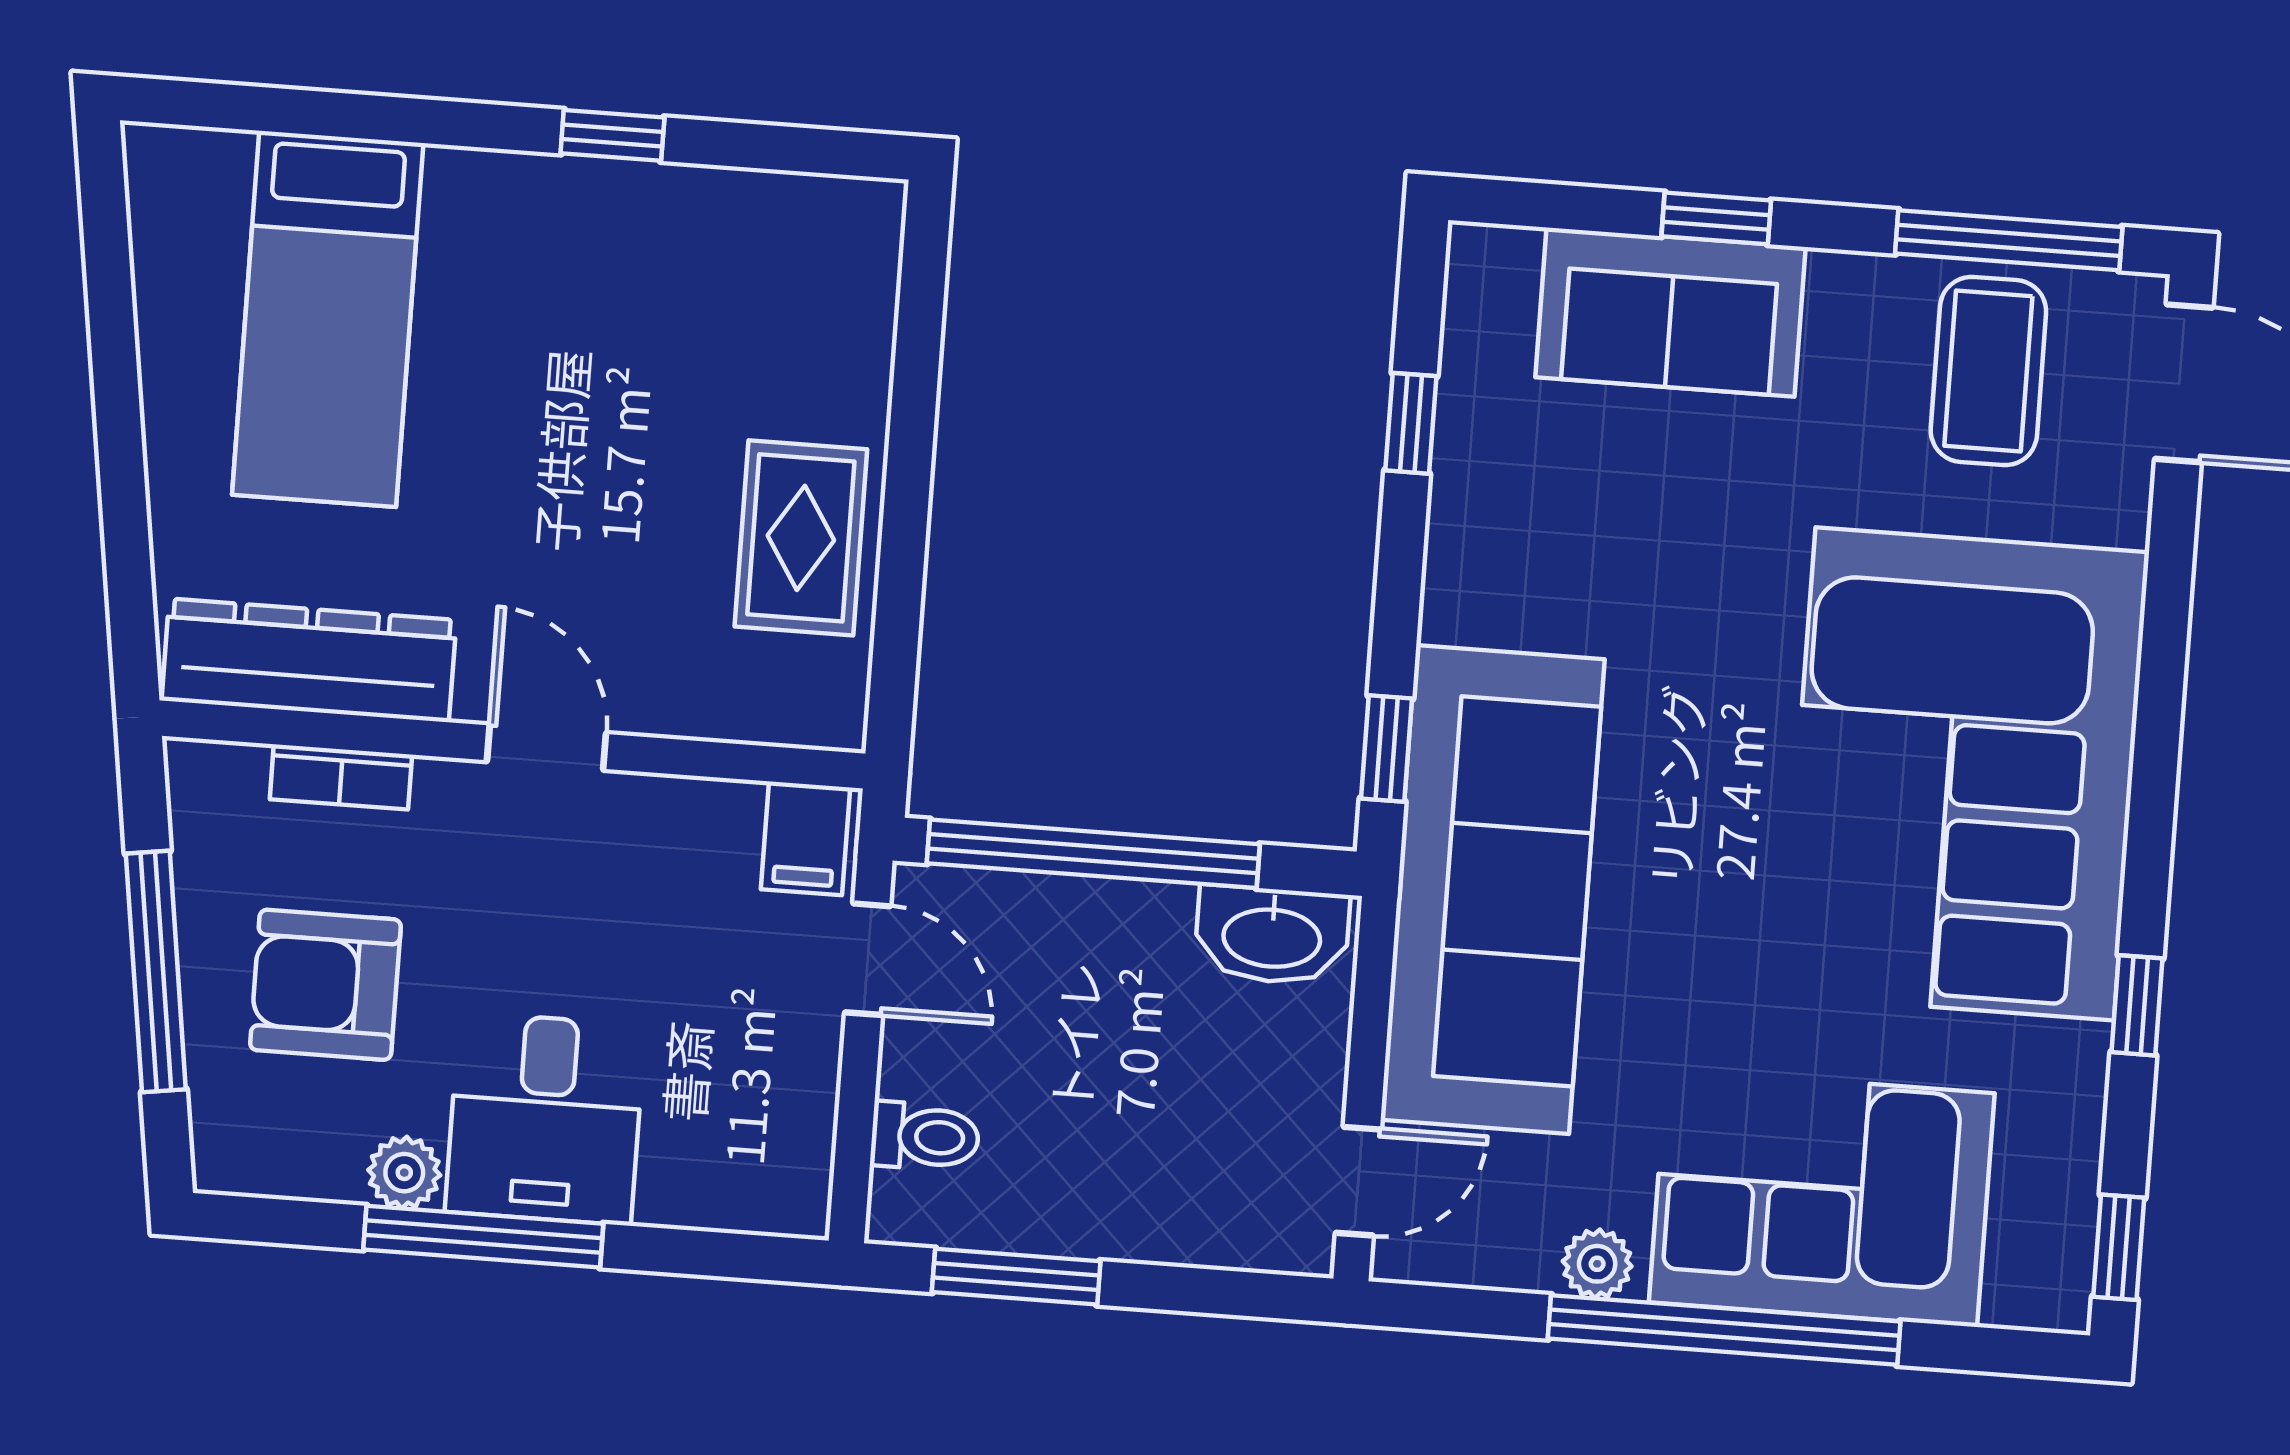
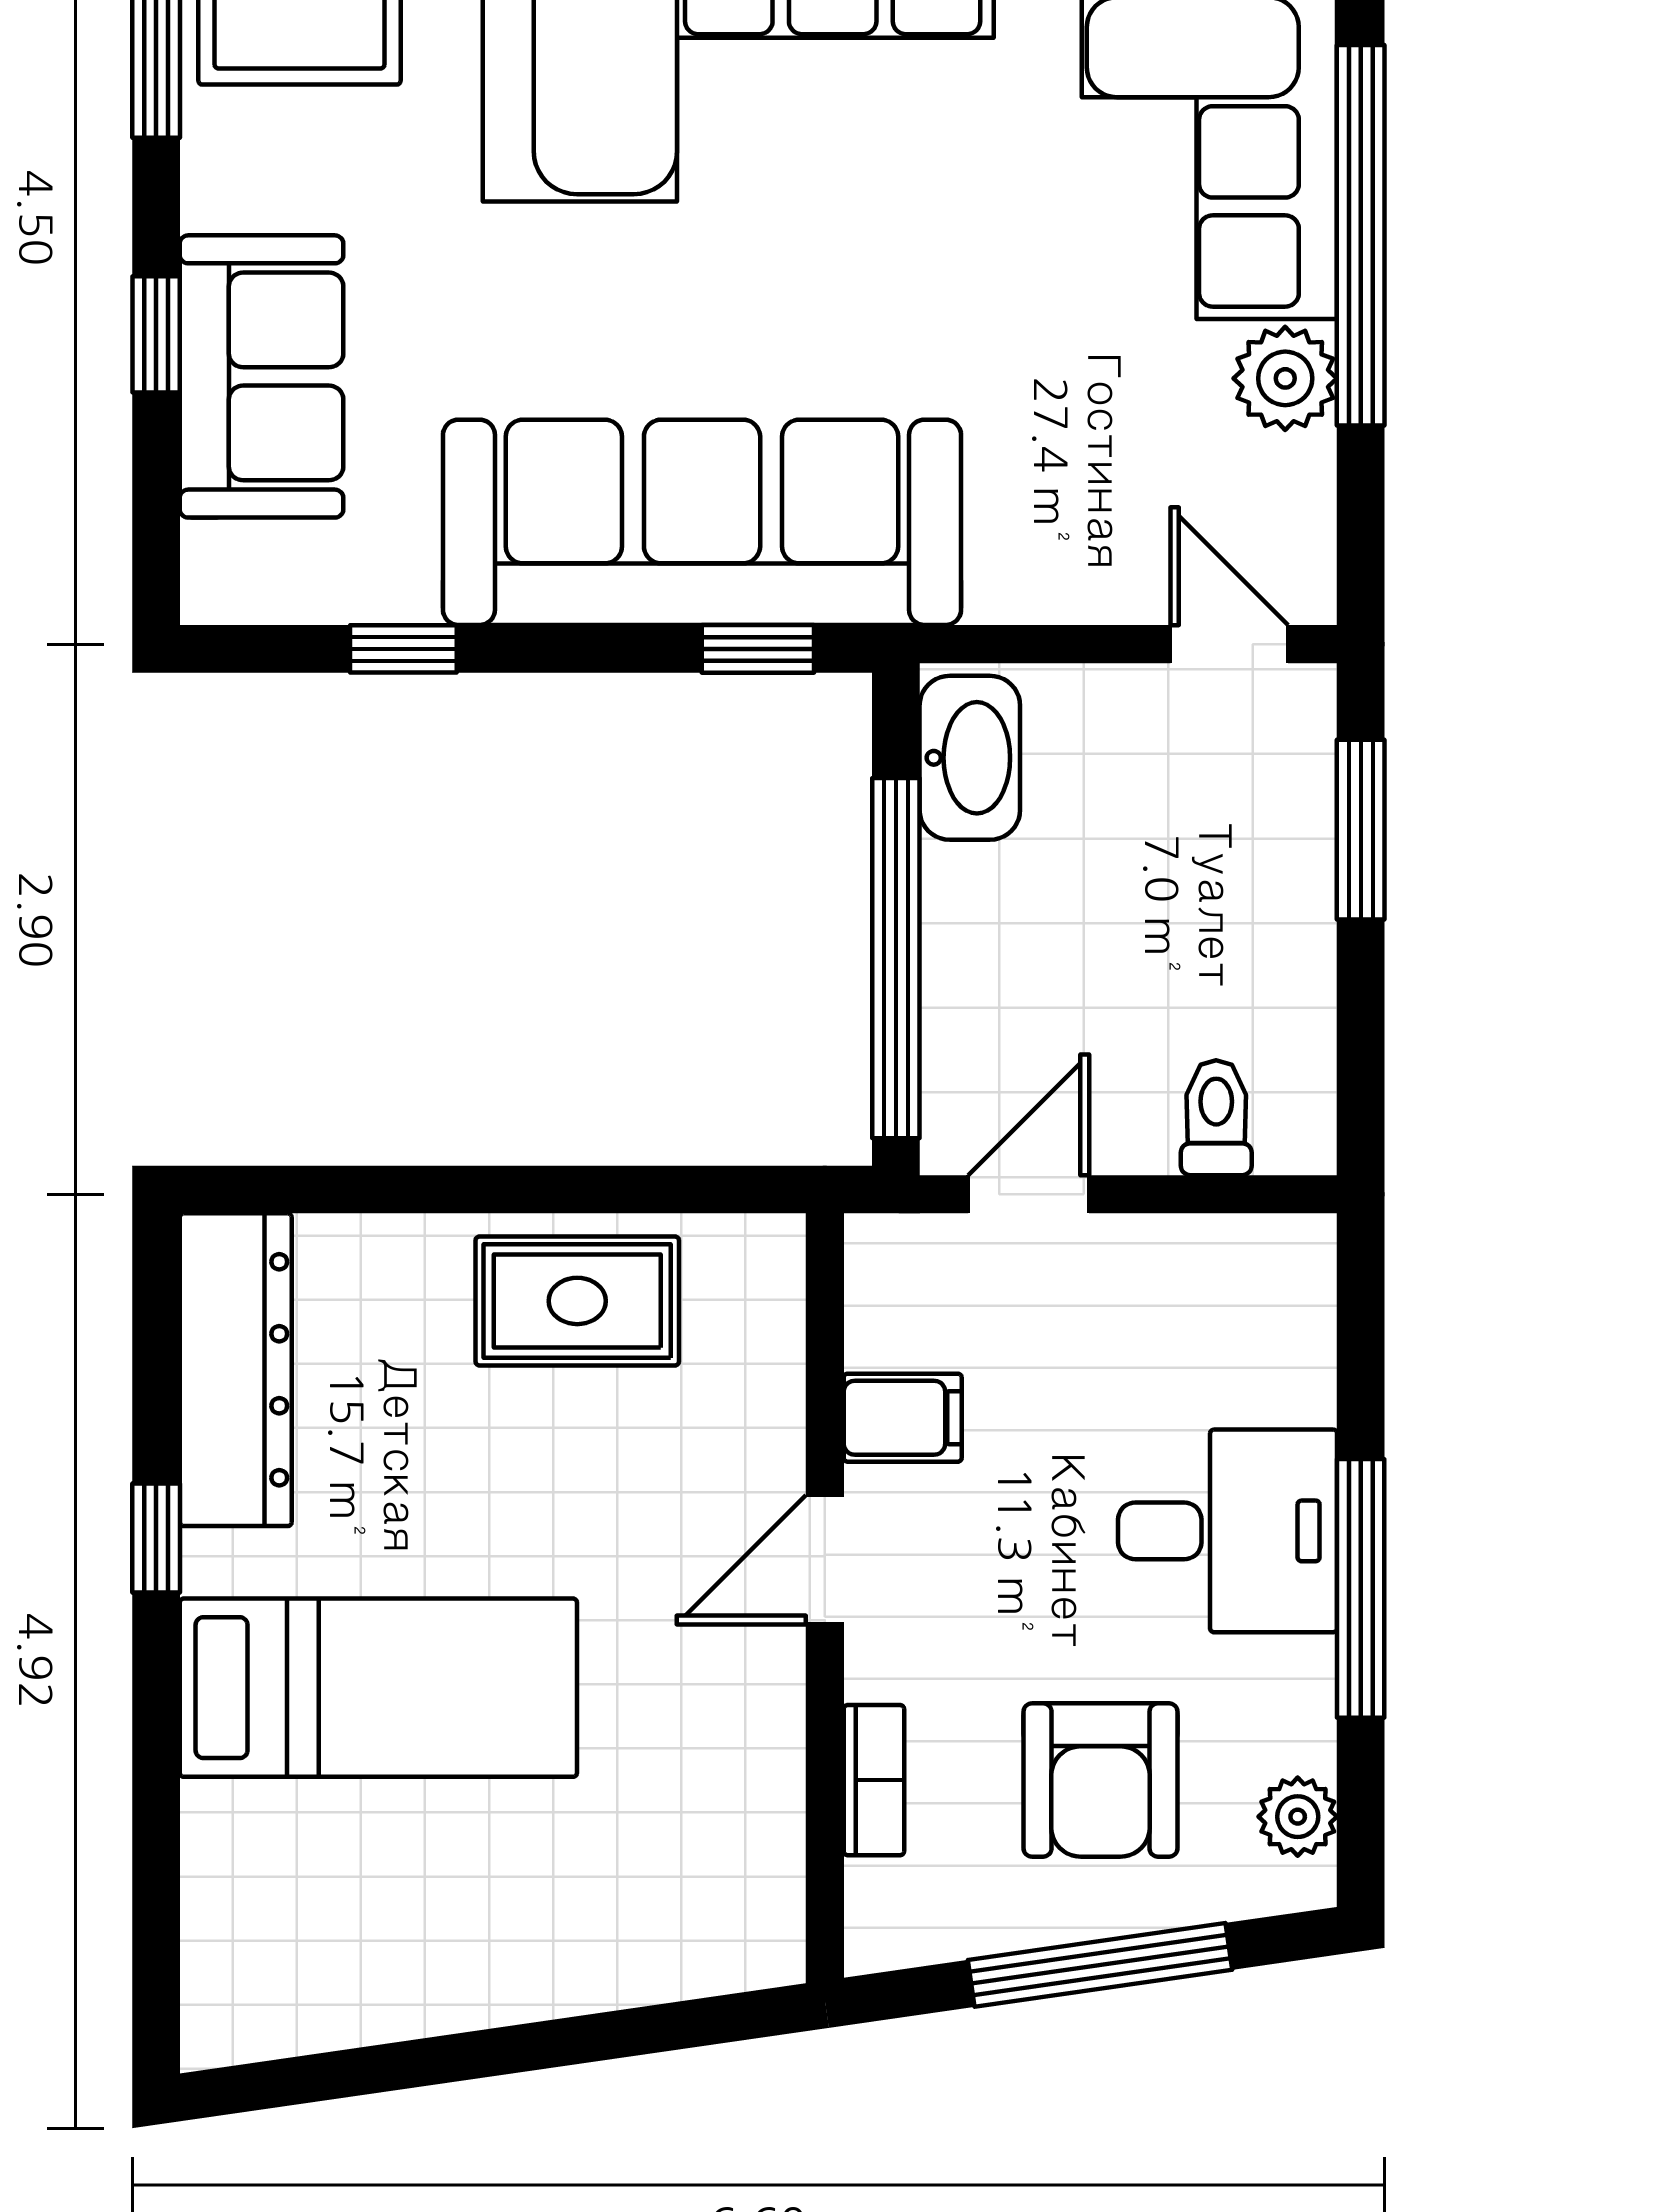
bed: (328, 319) -> (378, 1688), moved
dresser: (309, 660) -> (236, 1370), moved, turned 180
filing cabinet: (805, 838) -> (903, 1418), moved
sofa: (1493, 889) -> (702, 522), moved
plant: (404, 1173) -> (1298, 1817), moved
plant: (1597, 1264) -> (1285, 378), width x1.38, depth x1.38
window: (1016, 1277) -> (1361, 830), moved

